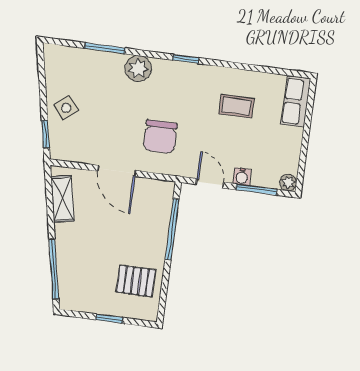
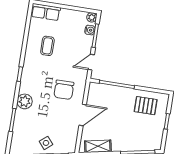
chair: (160, 137) -> (64, 90), turned 90
water cooler: (242, 177) -> (90, 30), moved
pallet: (136, 281) -> (146, 106), turned 90

